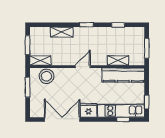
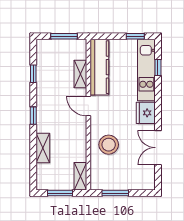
door: (83, 67) -> (88, 106), moved
stool: (46, 76) -> (109, 145), moved
double door: (62, 120) -> (158, 148), width x0.73

